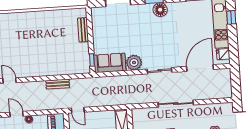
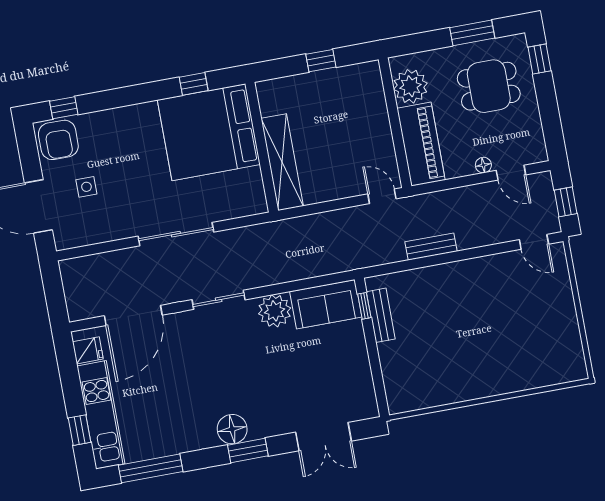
bench: (83, 30) -> (381, 315), moved

